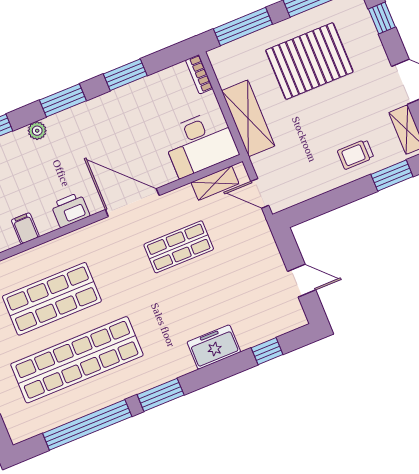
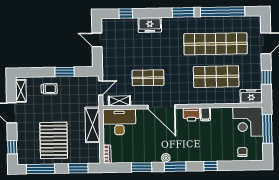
window: (243, 27) -> (78, 168), width x0.69
pallet: (309, 61) -> (54, 140), turned 90
plant: (37, 131) -> (166, 158), moved
window: (392, 175) -> (65, 72), moved
door: (260, 193) -> (101, 88), hinge flipped
filing cabinet: (25, 228) -> (205, 114), moved

